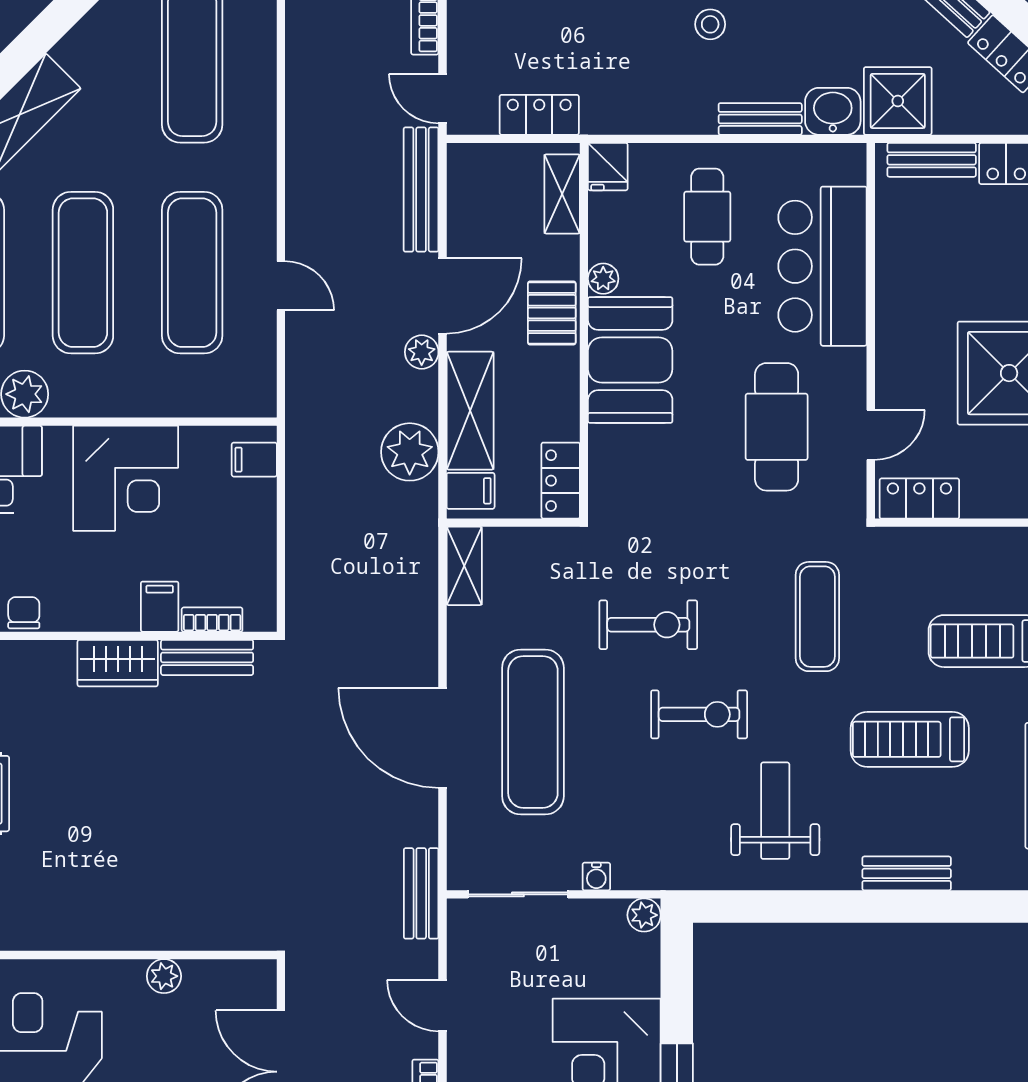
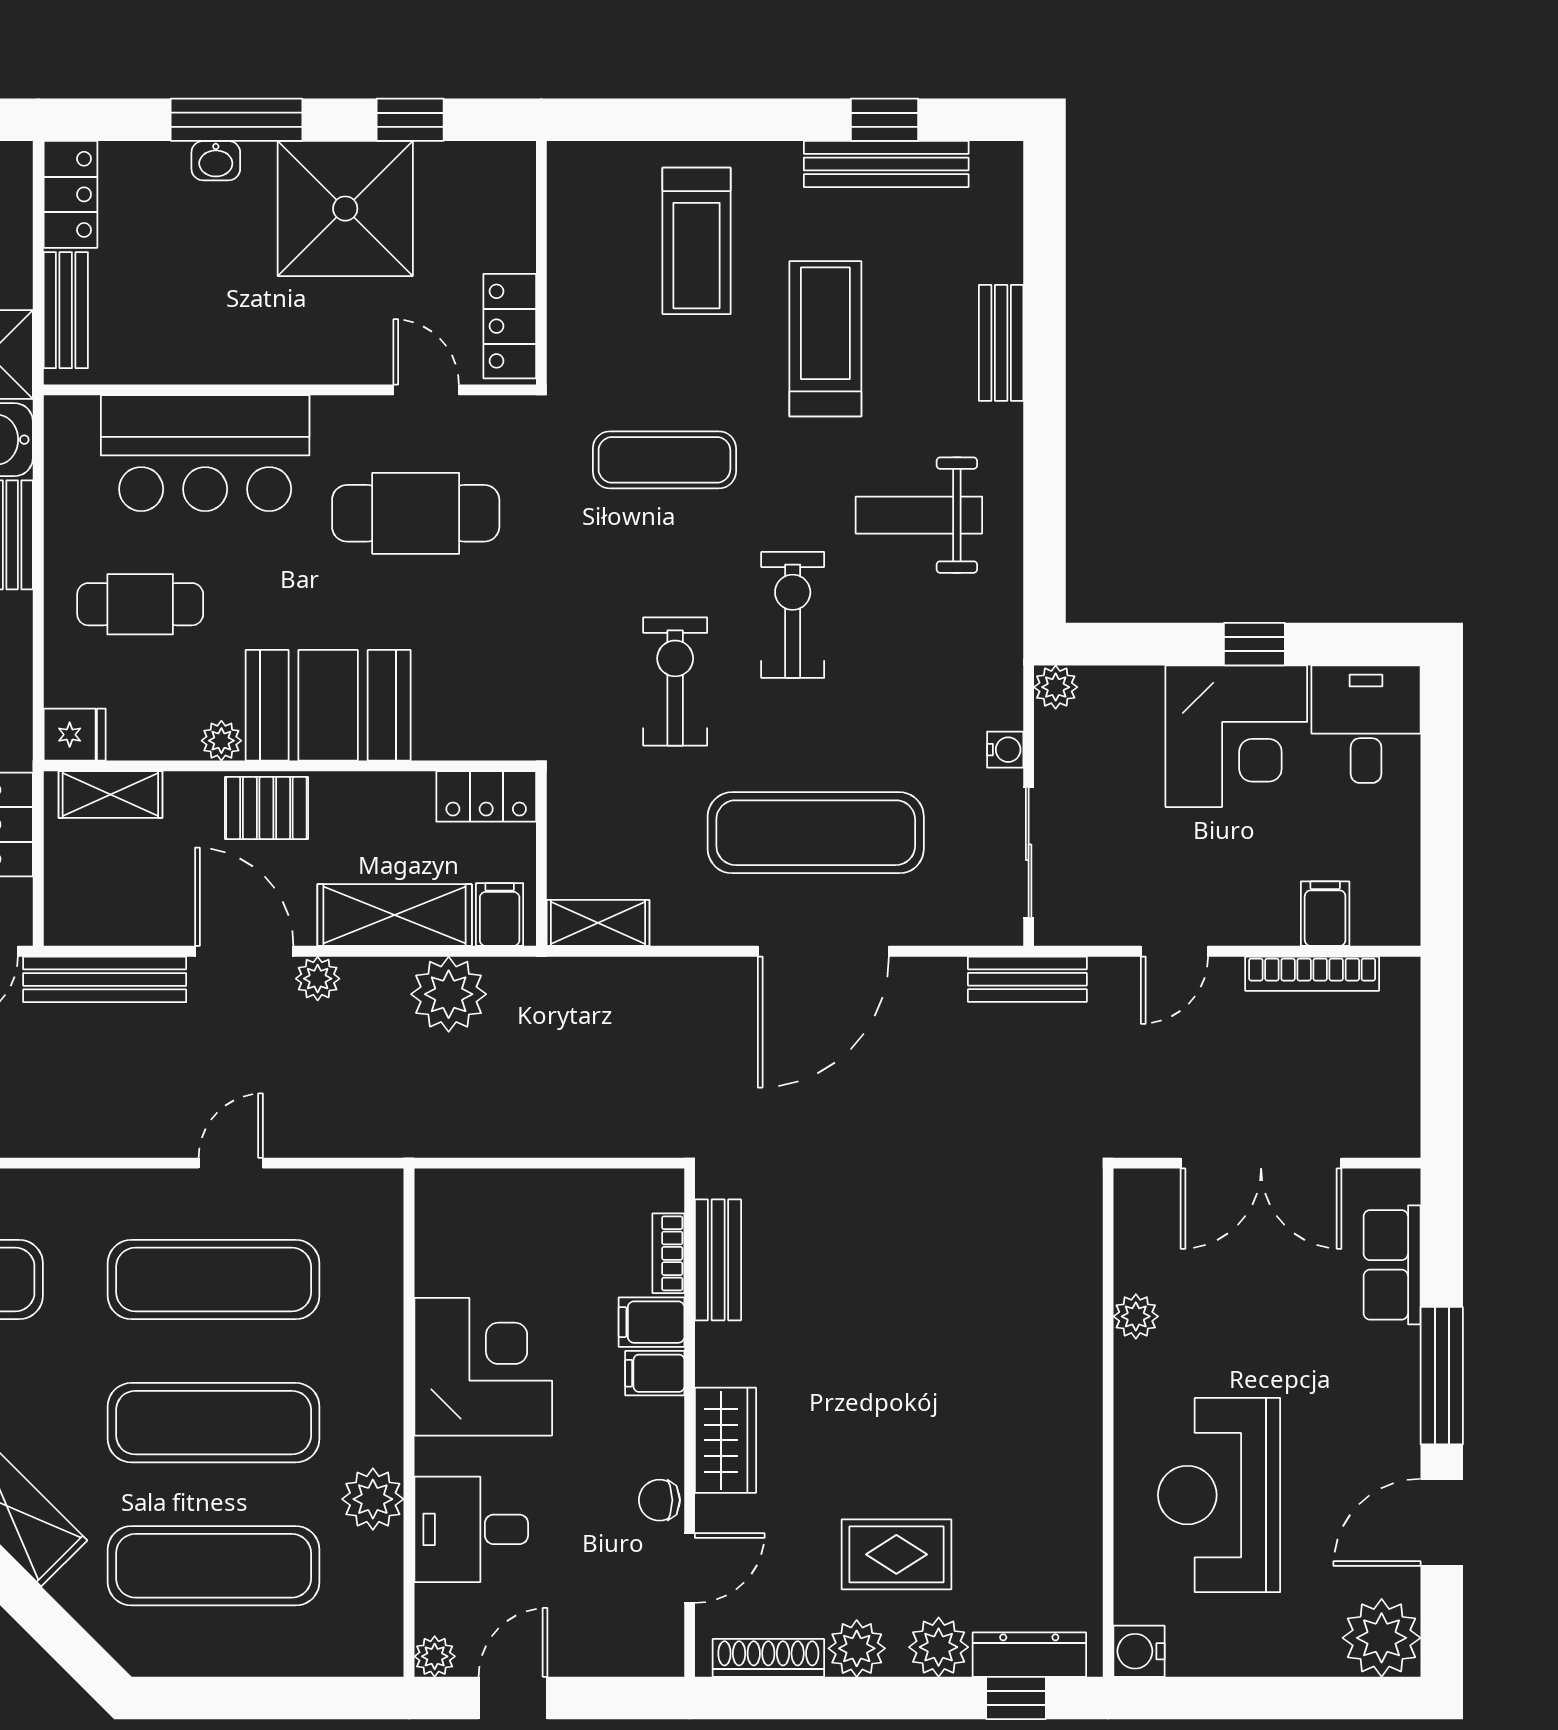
filing cabinet: (254, 460) -> (655, 1373), moved, turned 90
wardrobe: (118, 663) -> (725, 1440), moved
treadmill: (910, 739) -> (825, 339), turned 180

